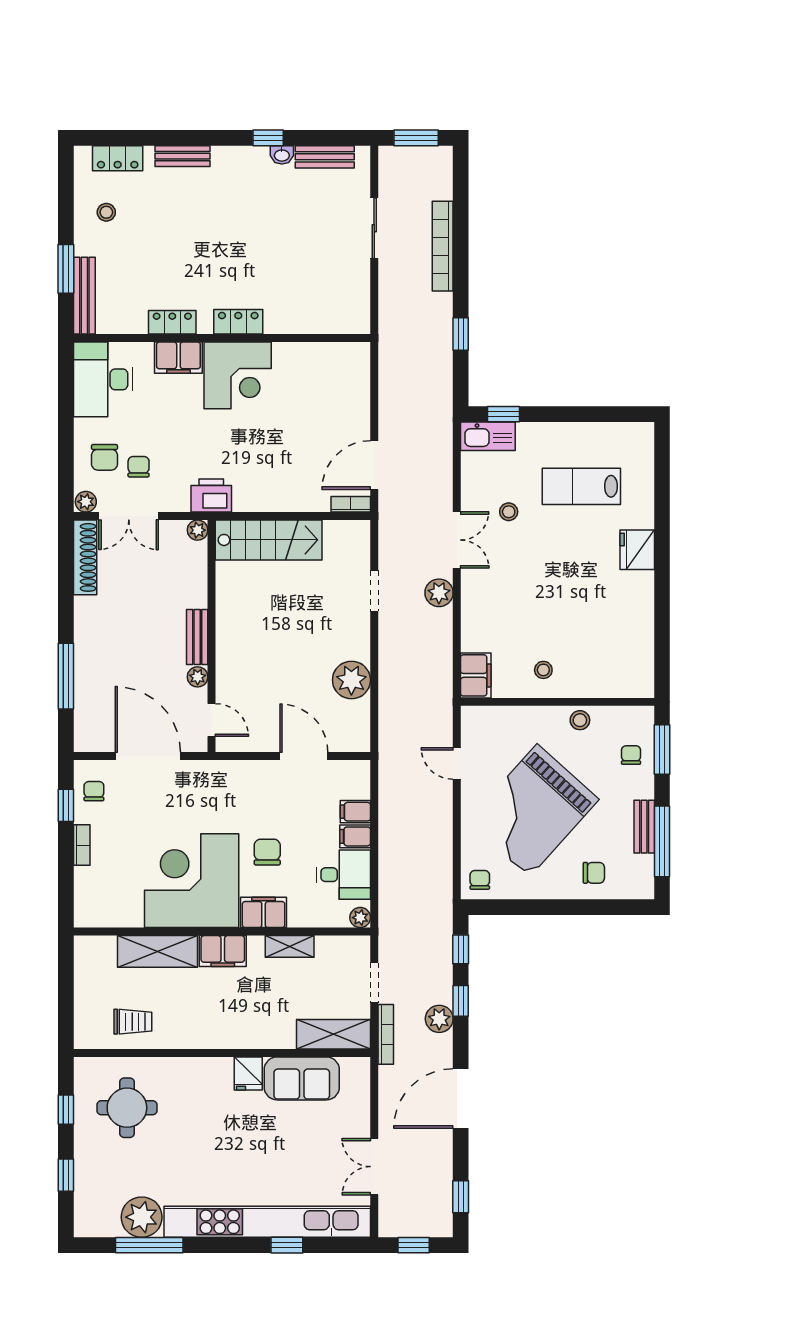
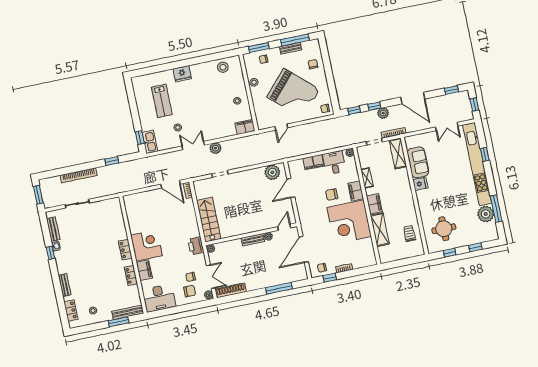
stool: (632, 652) -> (223, 67), added
plant: (351, 680) -> (272, 172), moved

